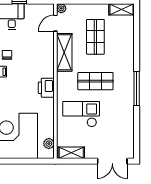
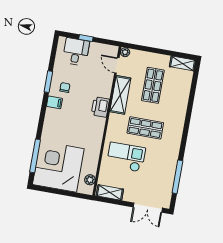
door: (55, 23) -> (117, 65), hinge flipped
printer: (46, 88) -> (100, 107), moved
window: (137, 88) -> (177, 177), moved

